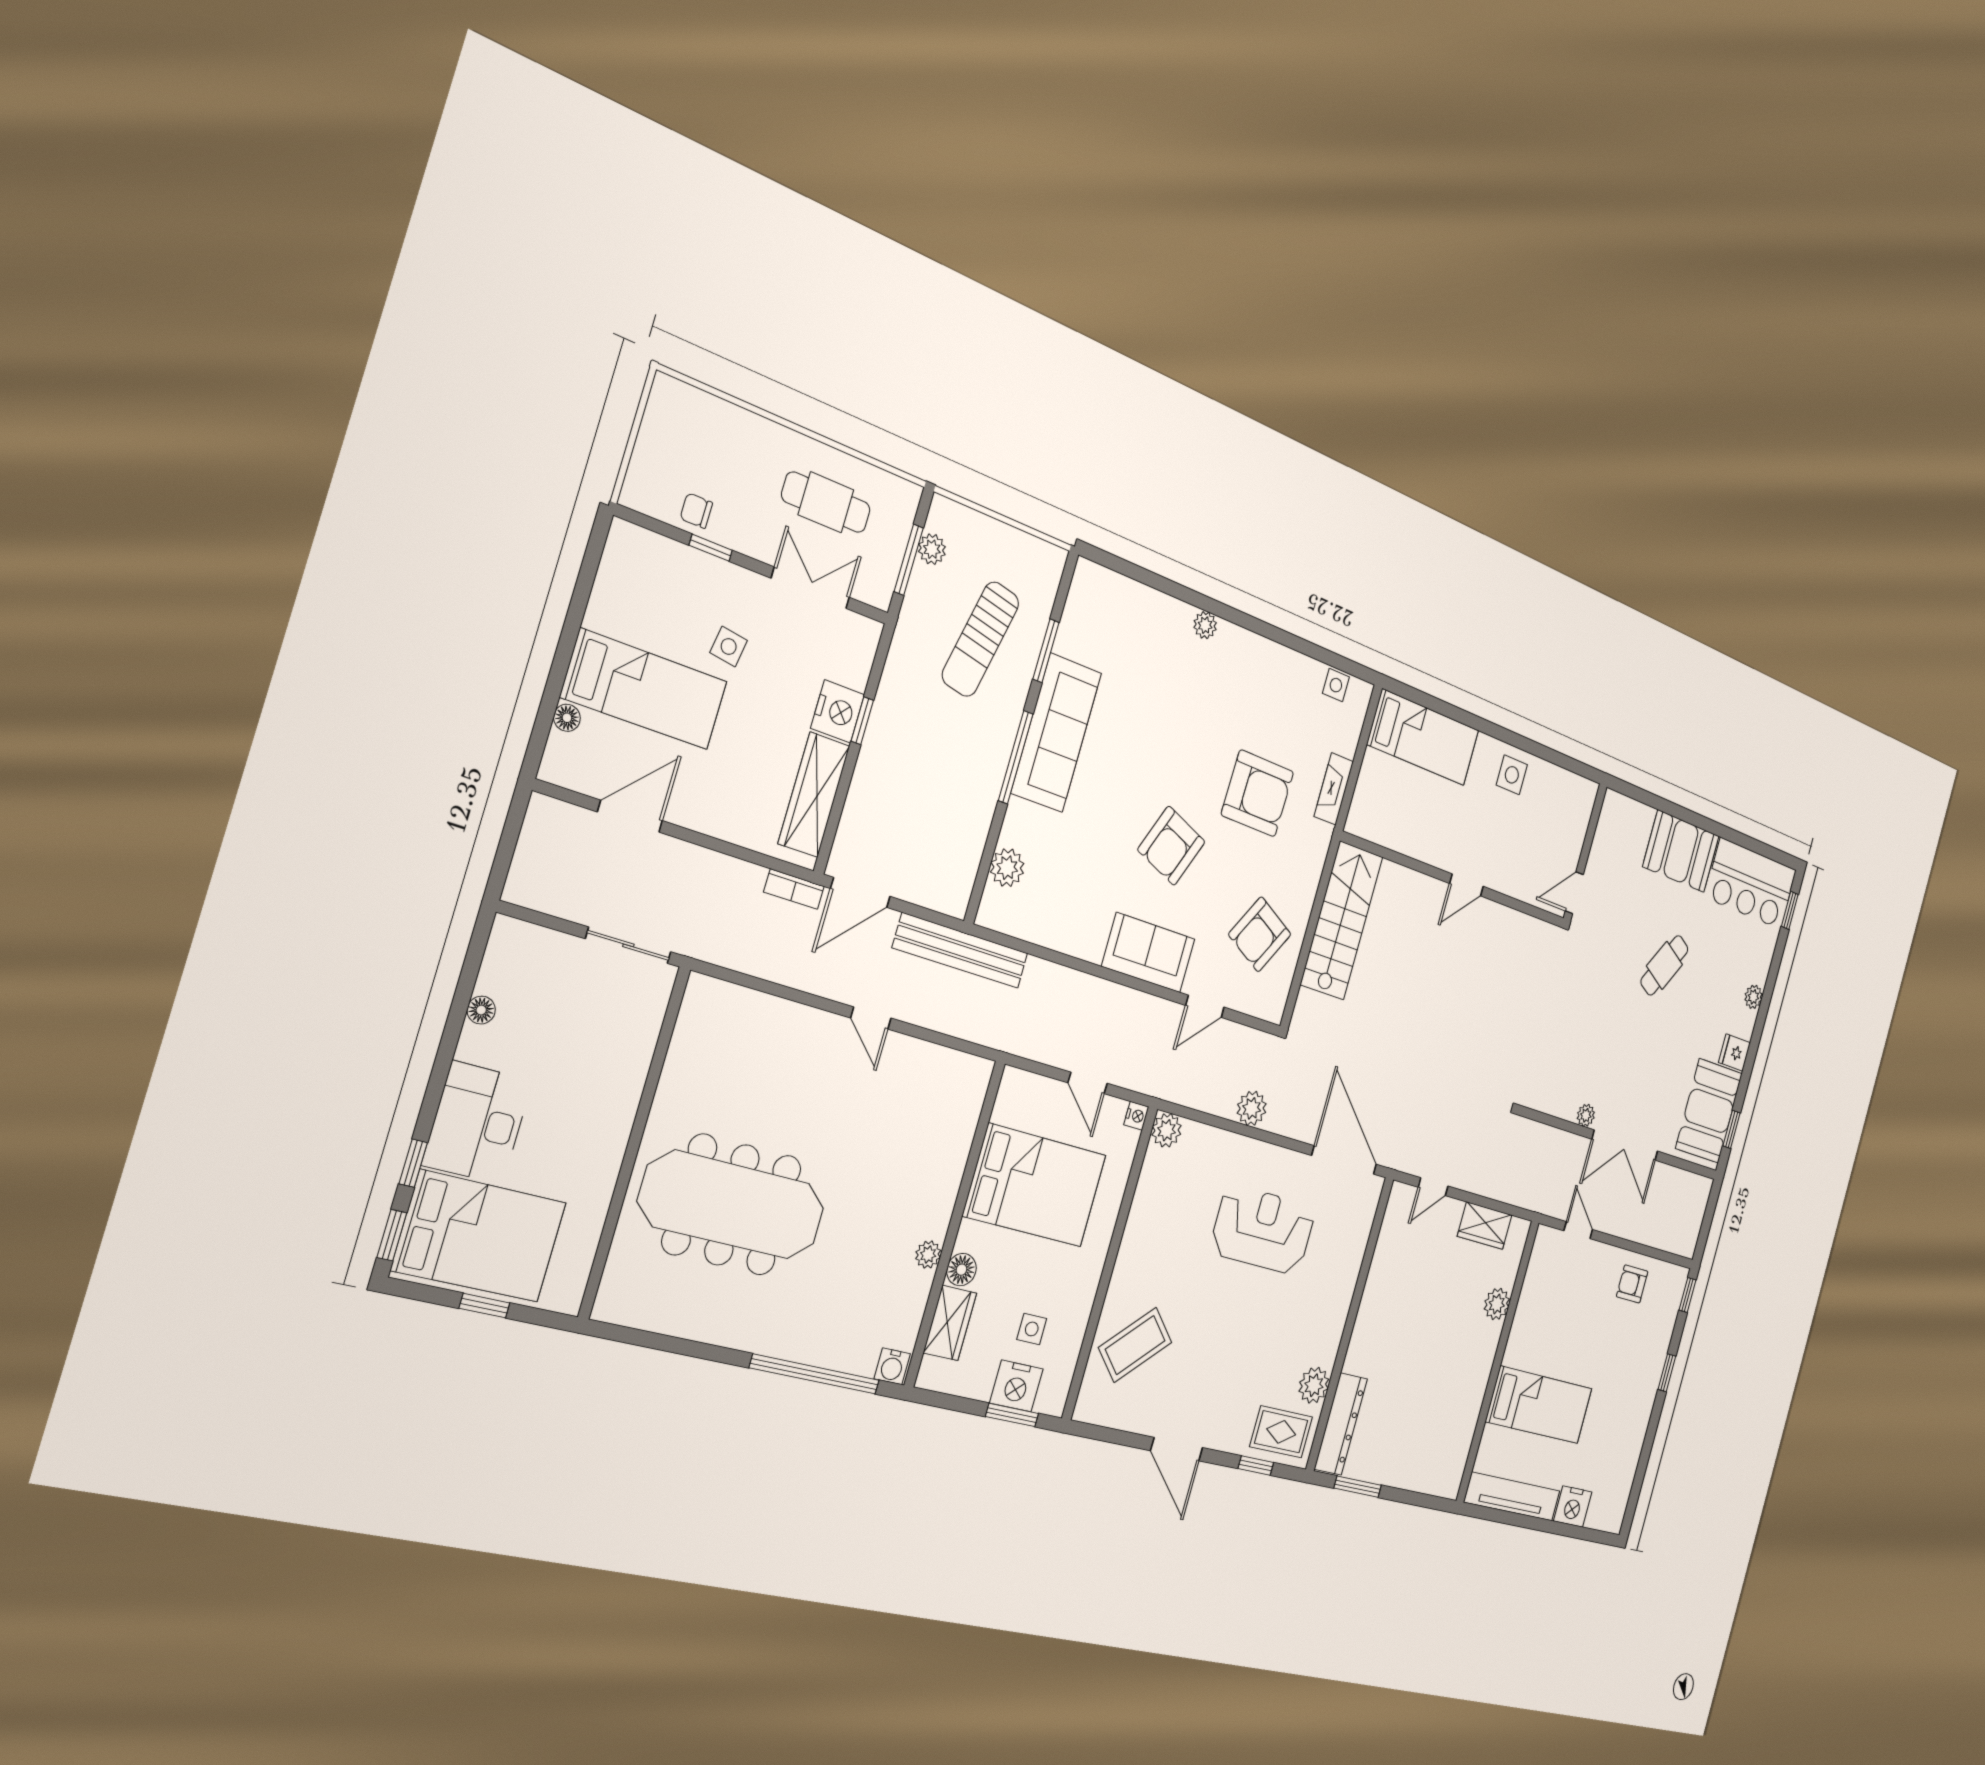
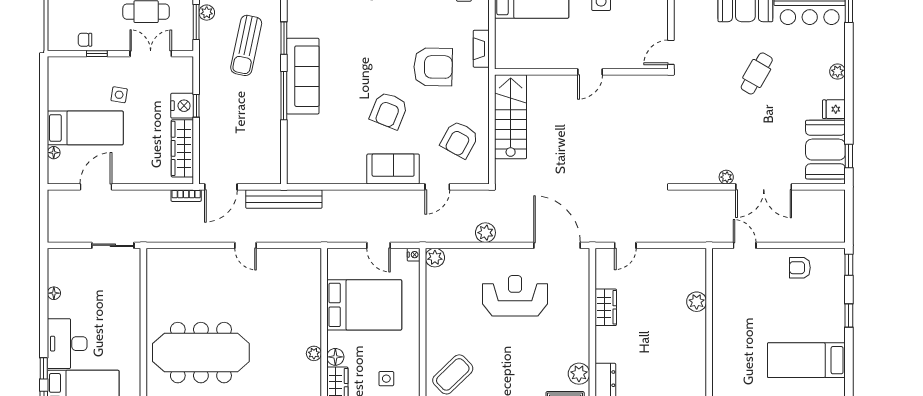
plant: (1007, 868) -> (297, 151), removed
wardrobe: (1485, 1226) -> (606, 307), moved, turned -90
bed: (1539, 1405) -> (806, 360), moved, turned 180

